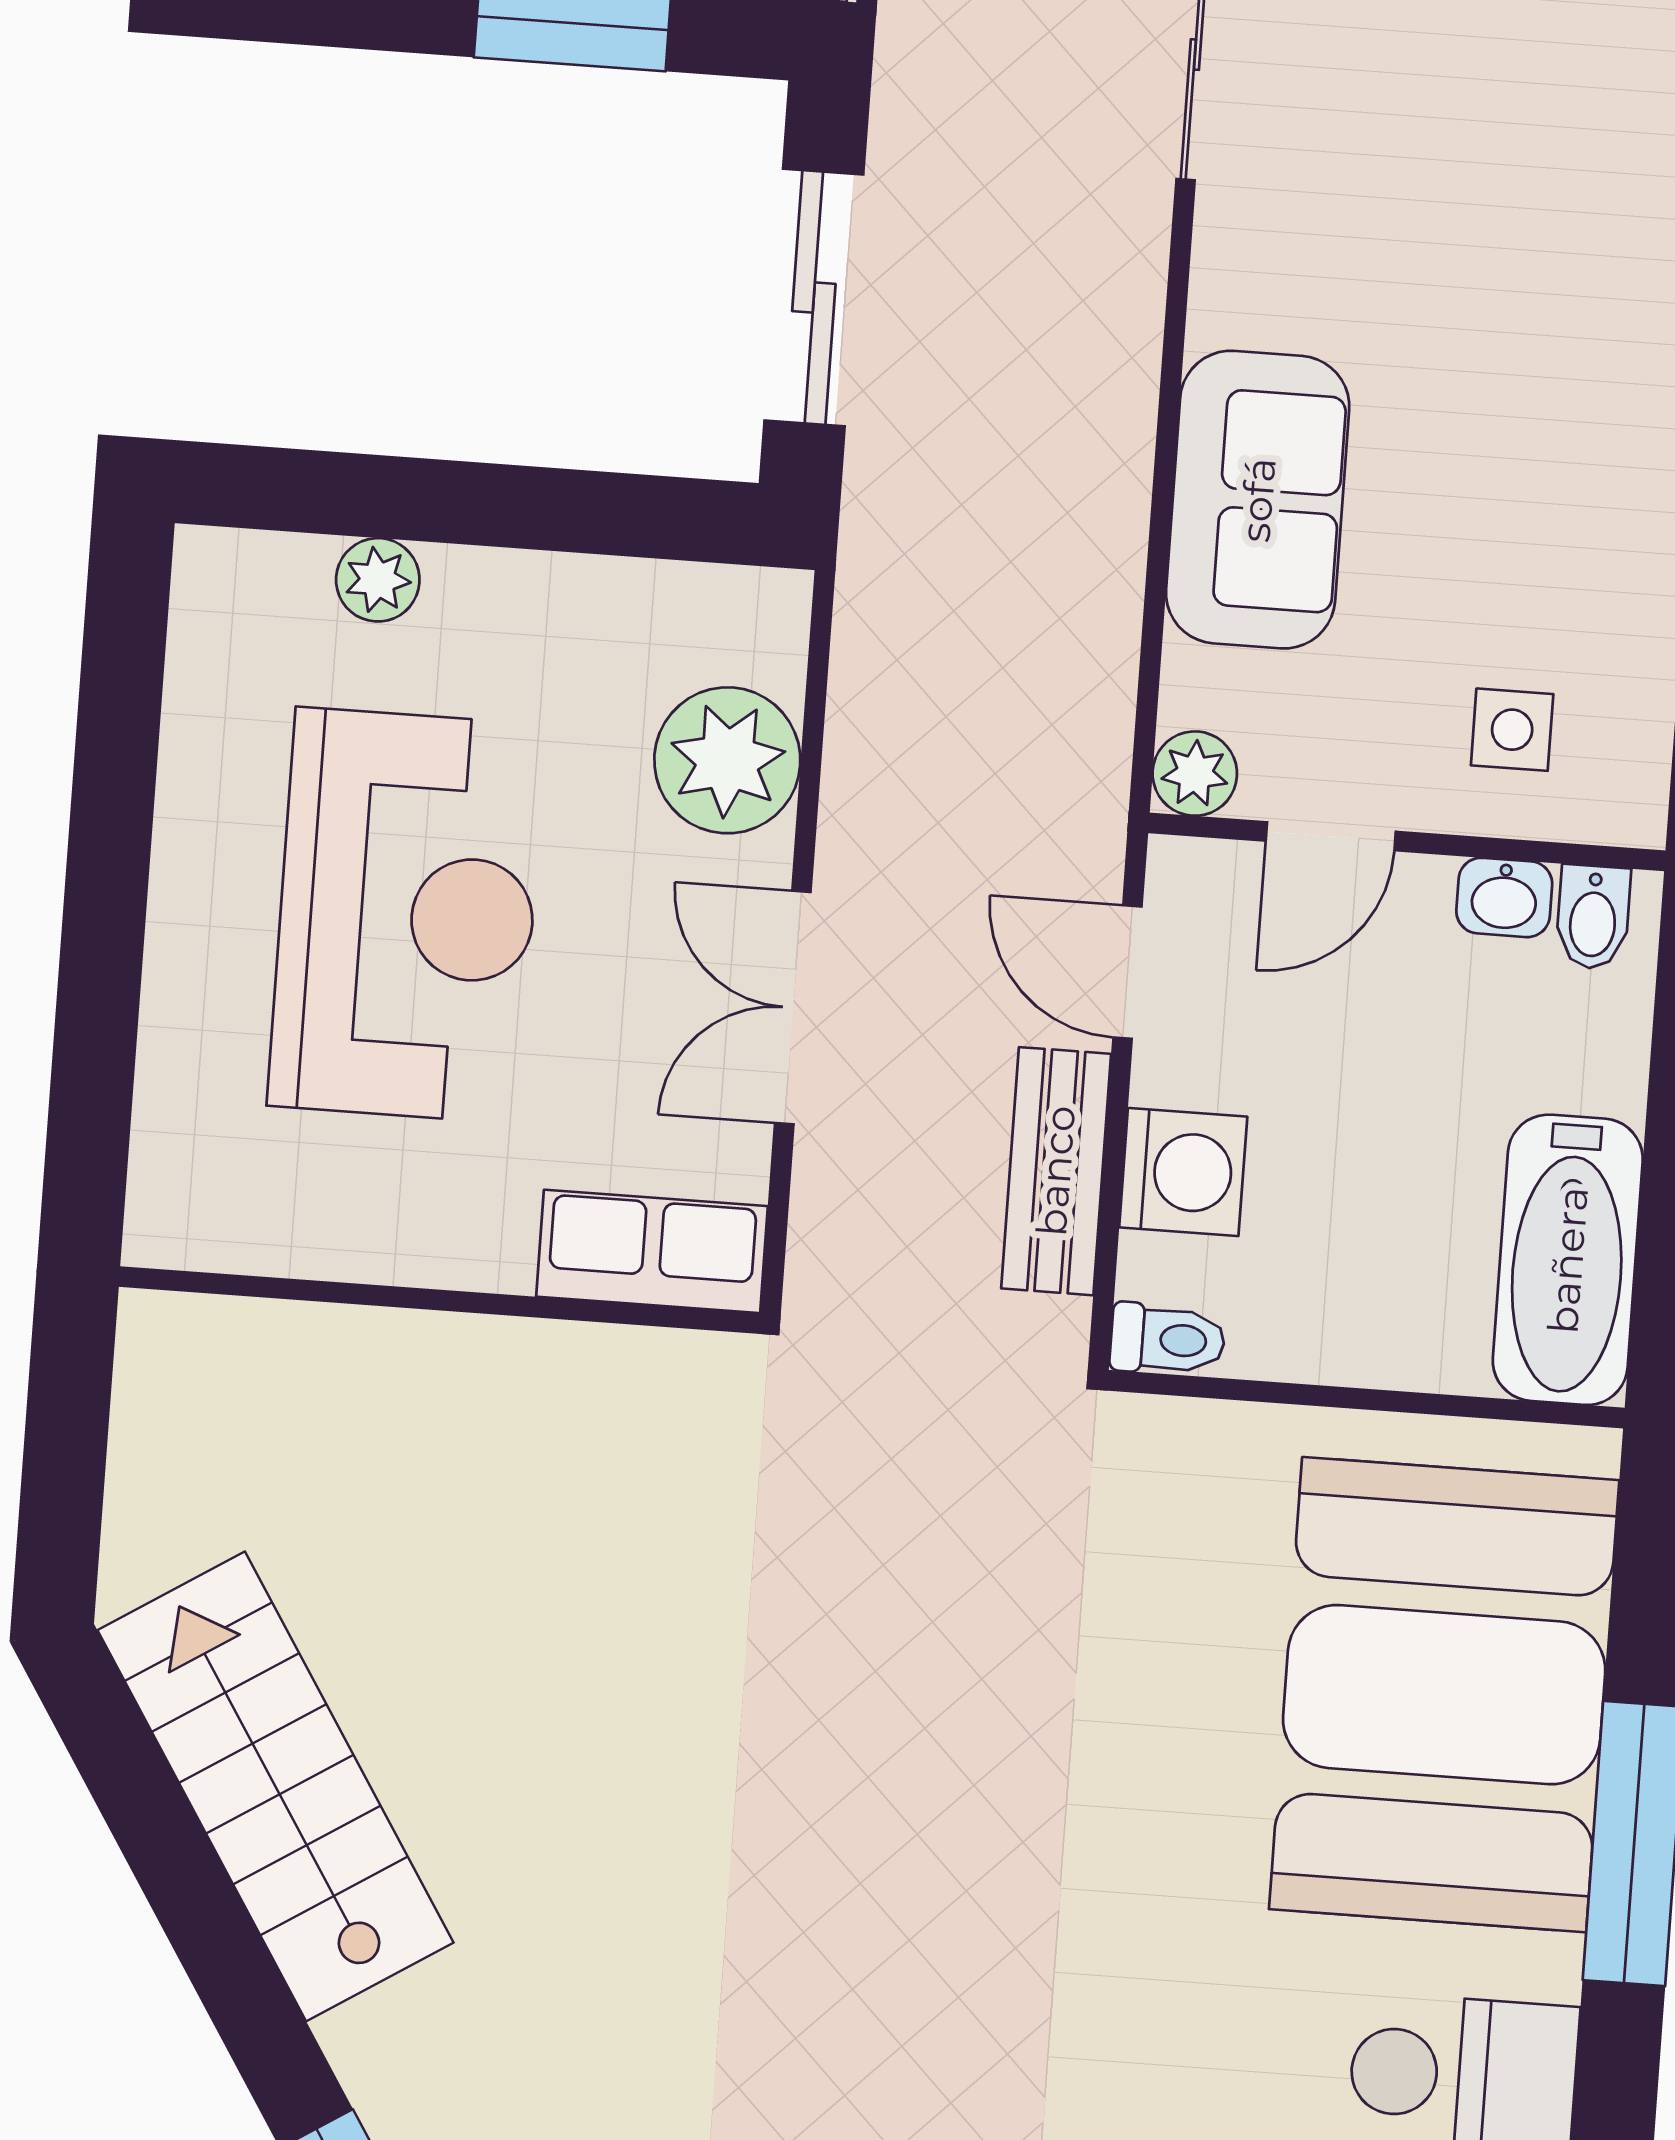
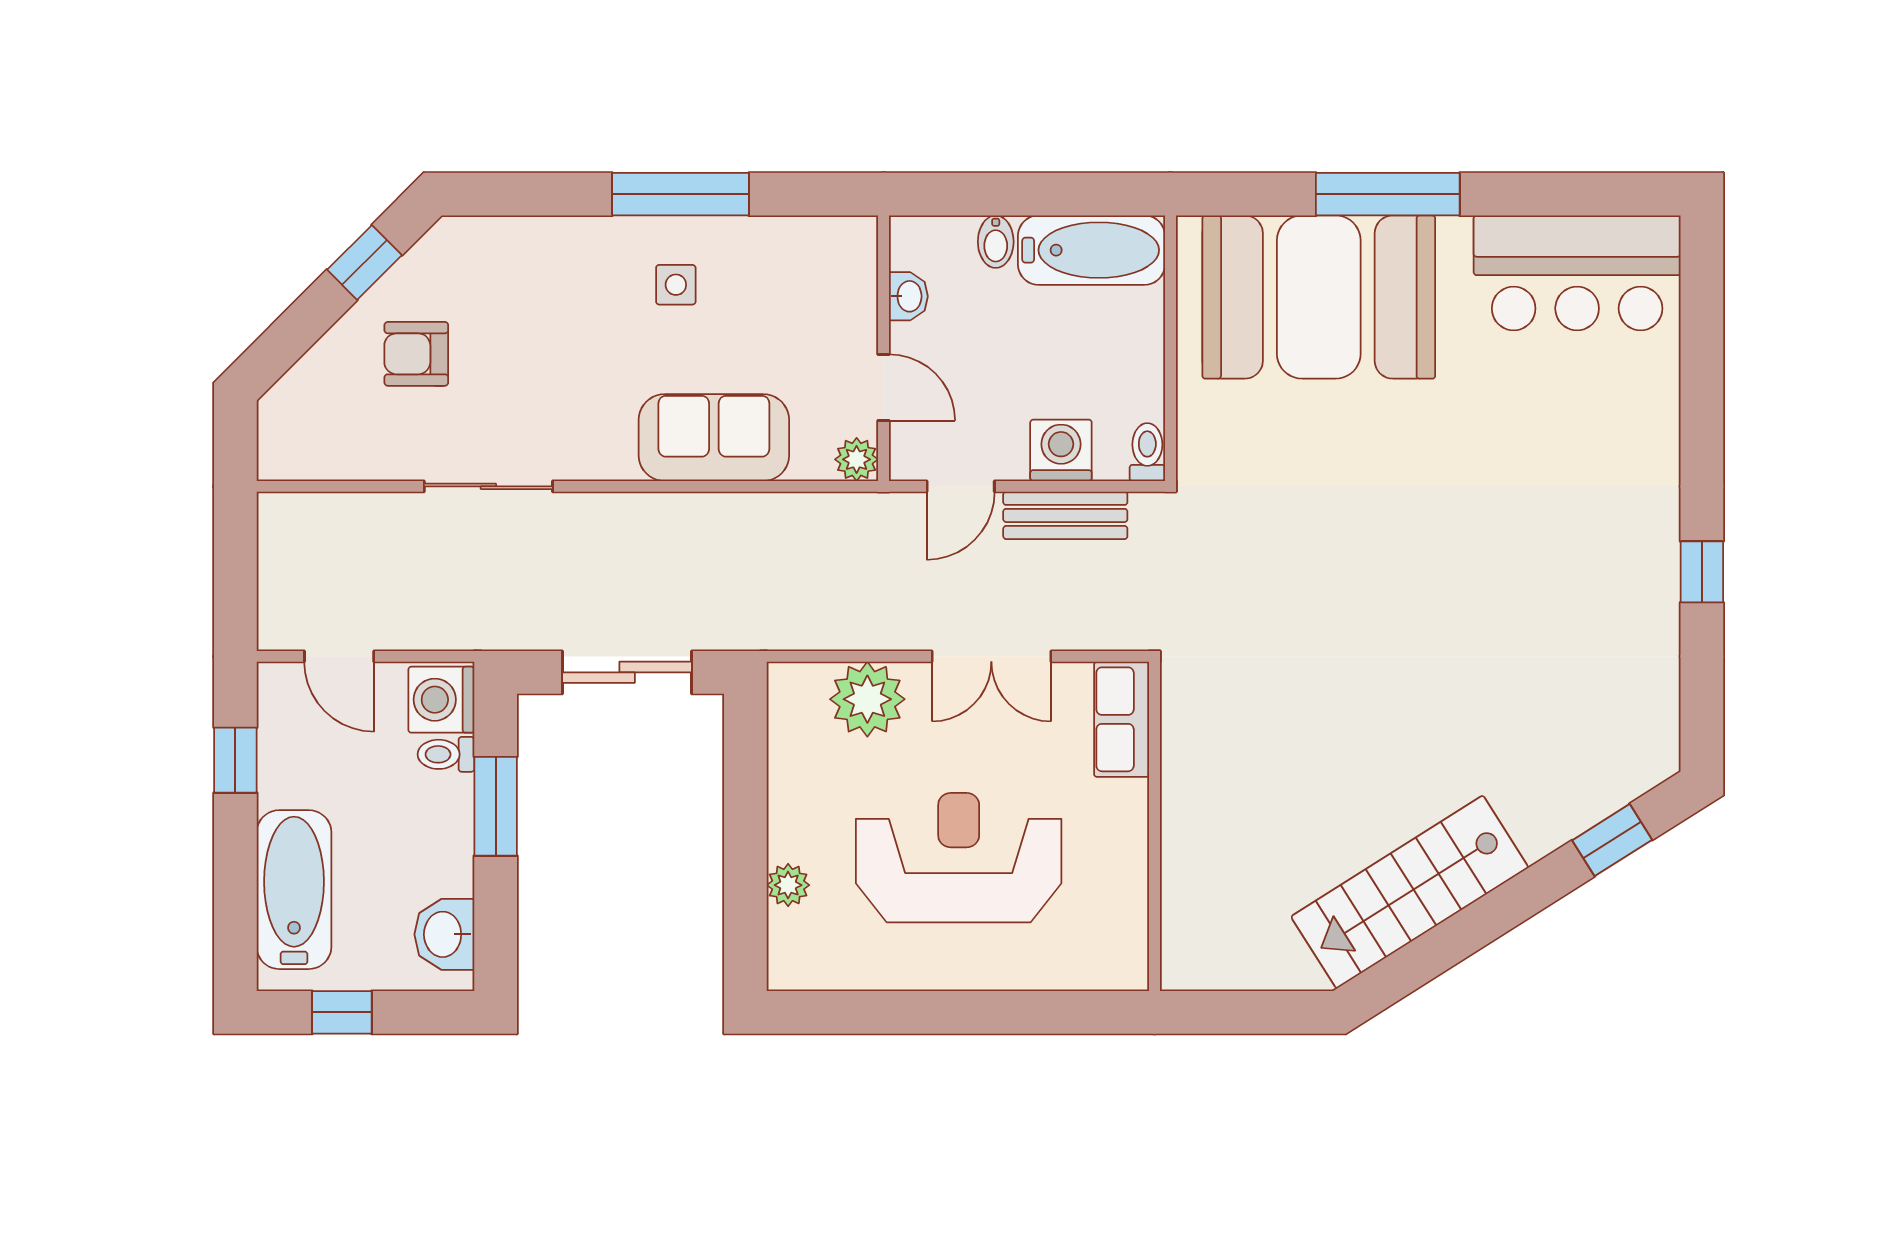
side table: (1512, 730) -> (676, 285), moved
bidet: (1593, 917) -> (996, 242), moved, turned 90

